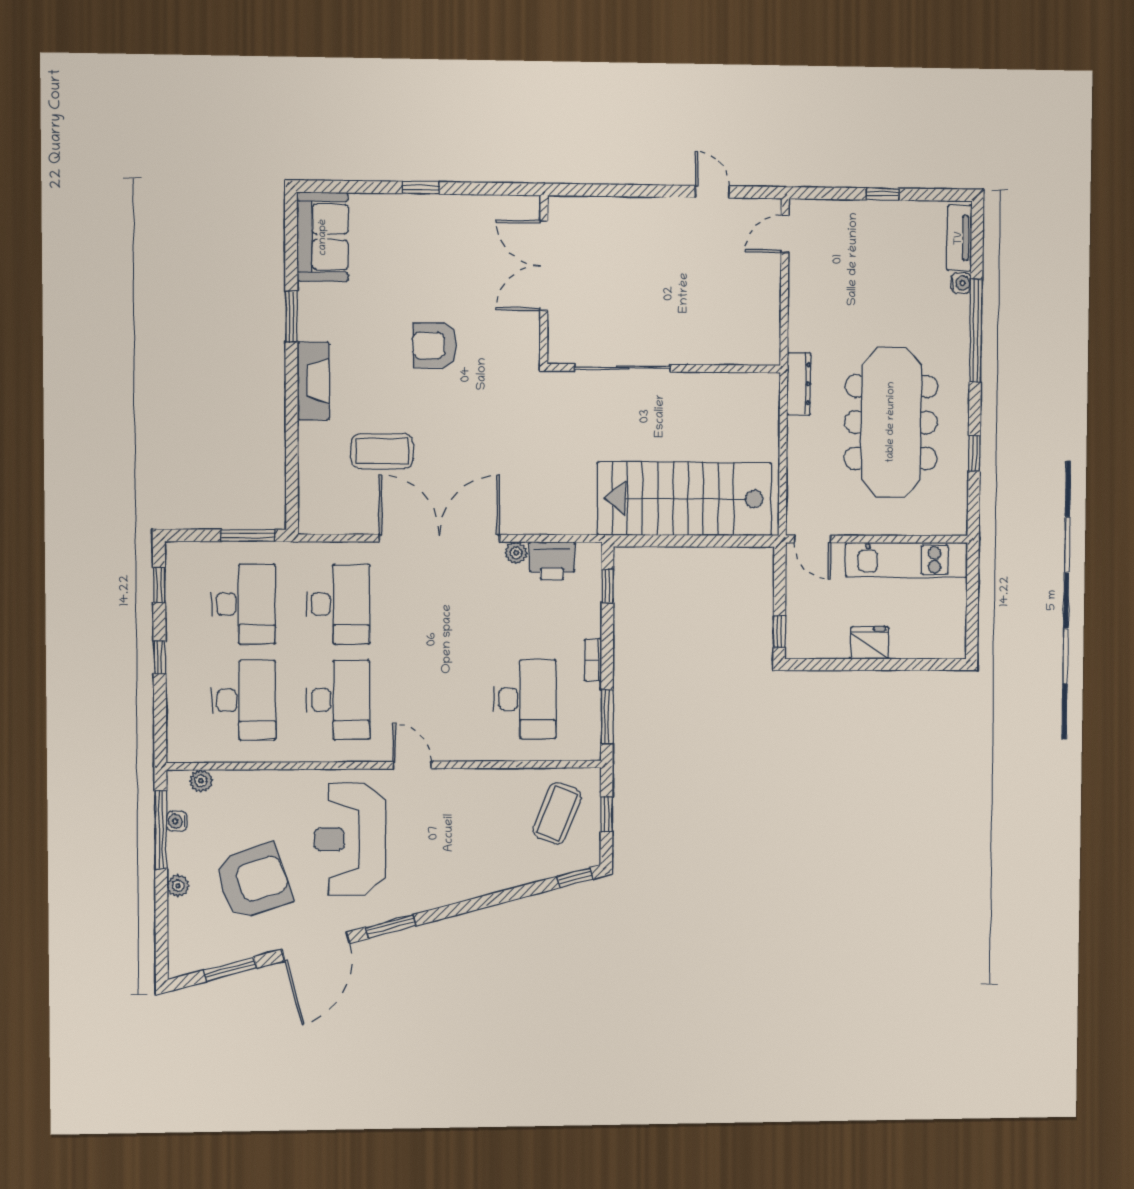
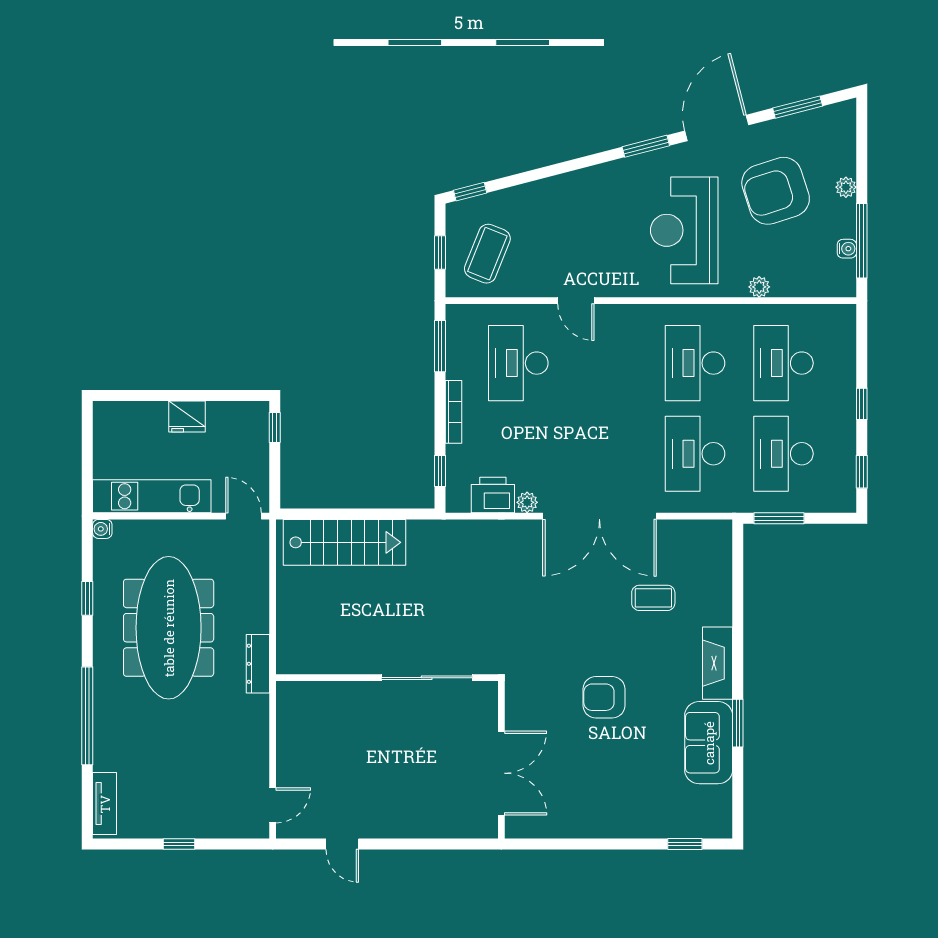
window: (421, 188) -> (685, 844), moved
sofa: (323, 237) -> (709, 743), moved
water cooler: (961, 283) -> (102, 529), moved
armchair: (435, 346) -> (604, 697), turned 180
coffee table: (382, 451) -> (653, 598), width x0.73, depth x0.77
stairs: (685, 499) -> (345, 542), width x0.73, depth x0.66
bookcase: (593, 660) -> (454, 412), width x1.56
door: (412, 765) -> (576, 301), moved
plant: (201, 781) -> (759, 287), moved
reception desk: (350, 839) -> (684, 230), turned 180

